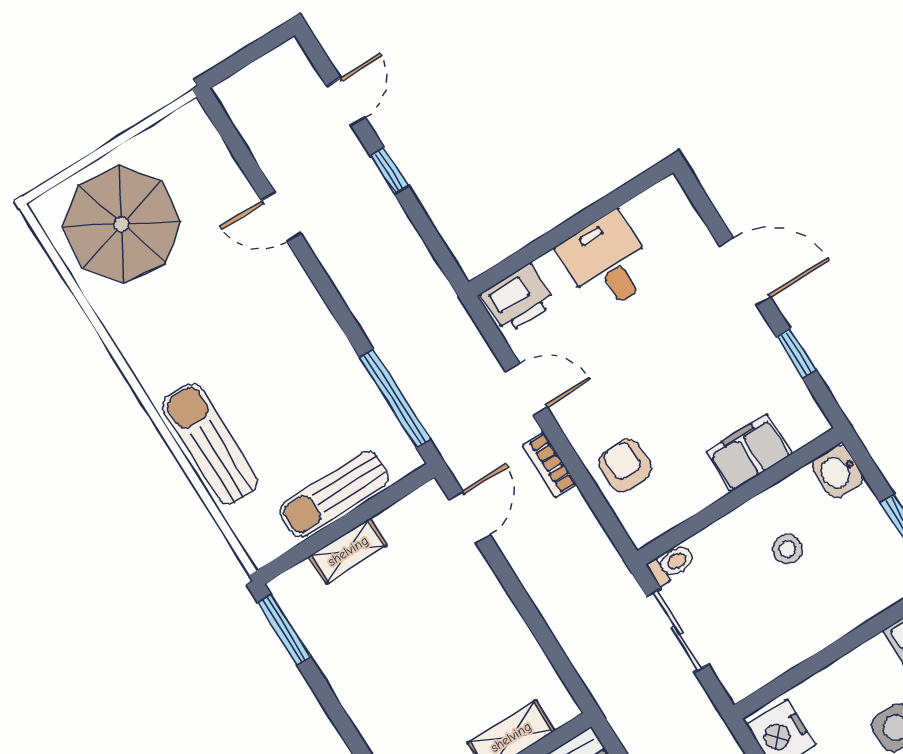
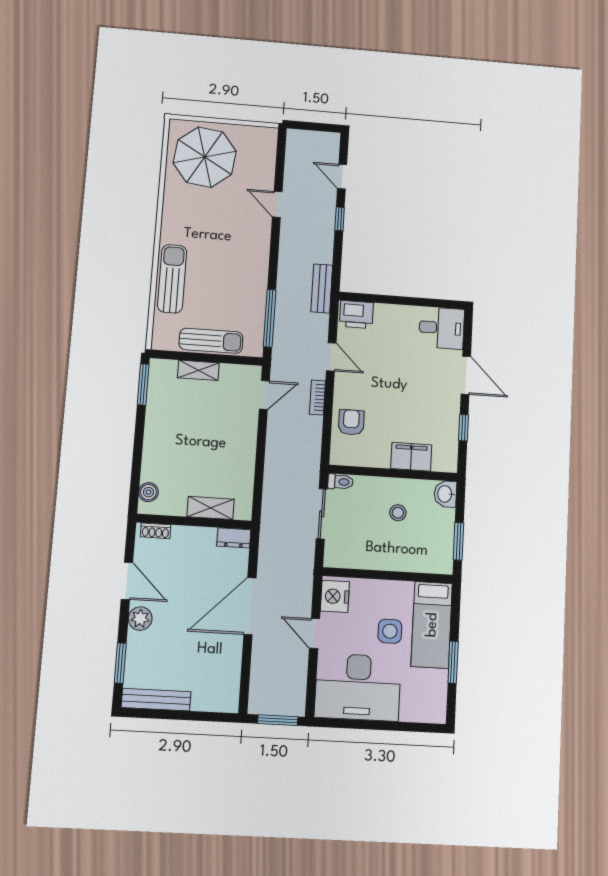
door: (346, 102) -> (342, 177), swing flipped
desk: (607, 262) -> (442, 328), moved, turned 90
bench: (439, 297) -> (322, 288), added
sun lounger: (334, 494) -> (211, 341), turned 180

